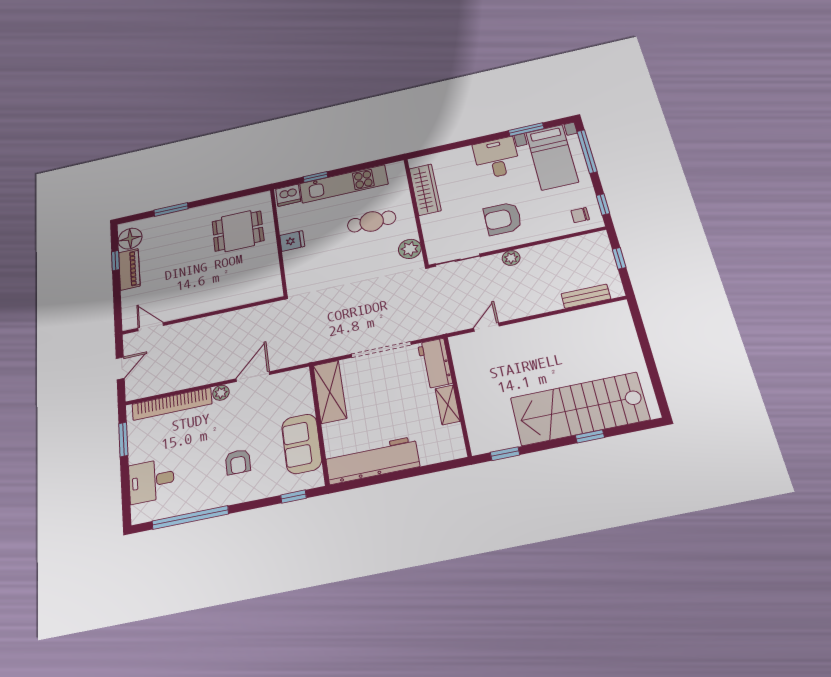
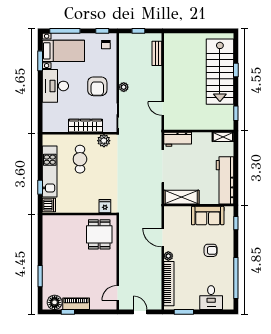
desk: (497, 158) -> (55, 86), width x1.37
wardrobe: (425, 190) -> (85, 126), moved
dining table: (238, 231) -> (99, 234), moved
fridge: (292, 241) -> (105, 206), moved
shelving: (448, 405) -> (223, 137), moved

